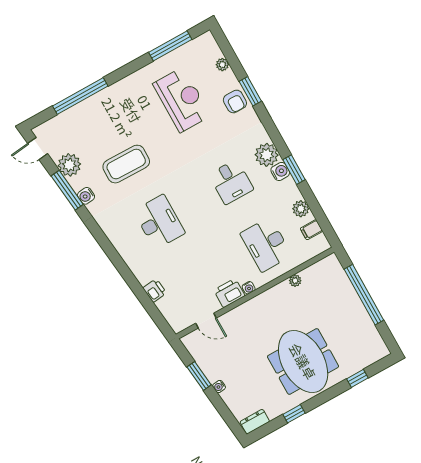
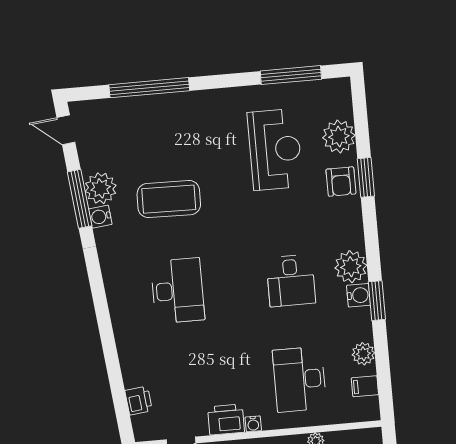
plant: (222, 65) -> (339, 137), width x1.87, depth x1.87
plant: (69, 165) -> (101, 188), moved
printer: (155, 290) -> (139, 401), moved

